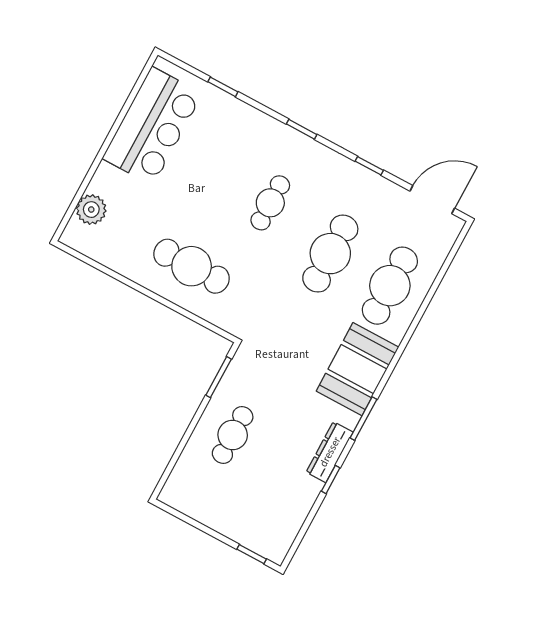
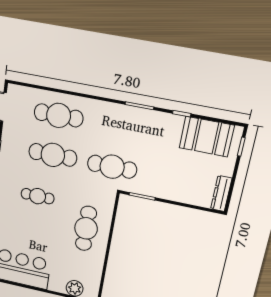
booth: (357, 369) -> (207, 137), moved
cafe table: (233, 435) -> (112, 167), moved, width x1.37, depth x1.35
dresser: (330, 452) -> (221, 194), moved, turned 90

